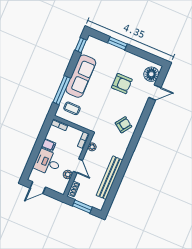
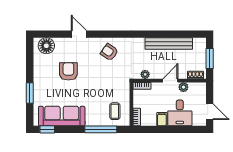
sofa: (81, 76) -> (62, 116), moved
door: (155, 93) -> (79, 34), moved

